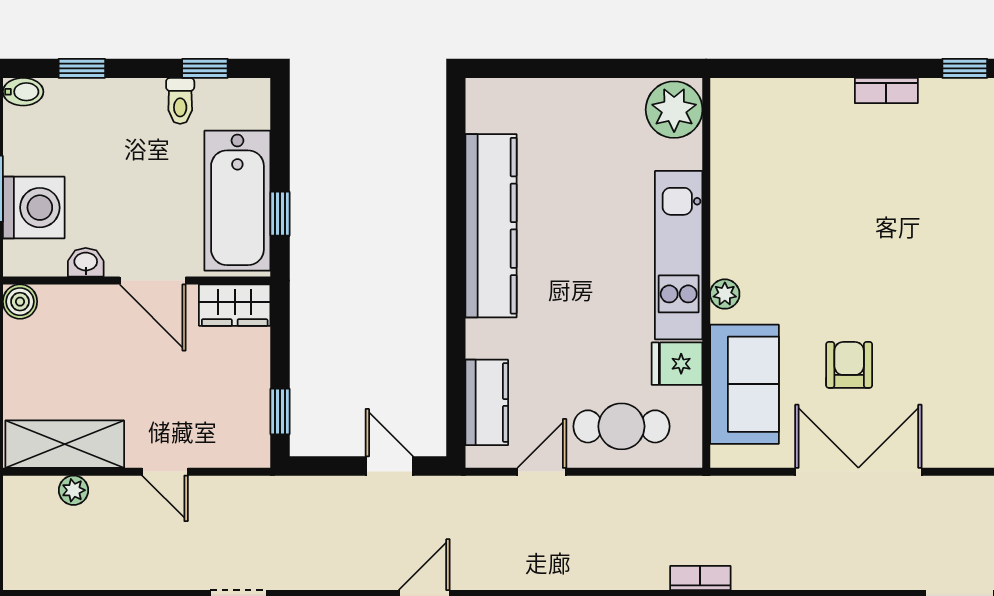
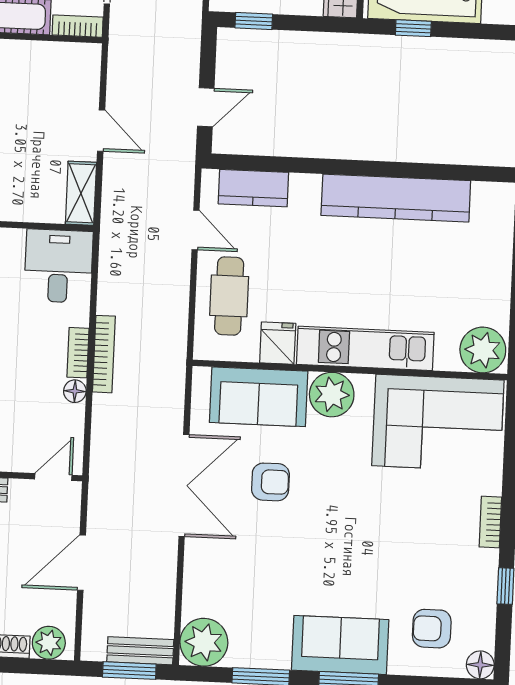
corner sofa: (767, 161) -> (438, 423), added
plant: (725, 294) -> (332, 395), width x1.88, depth x1.88
bookcase: (700, 578) -> (104, 354), width x1.56

